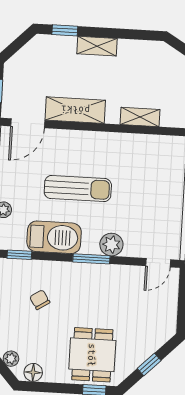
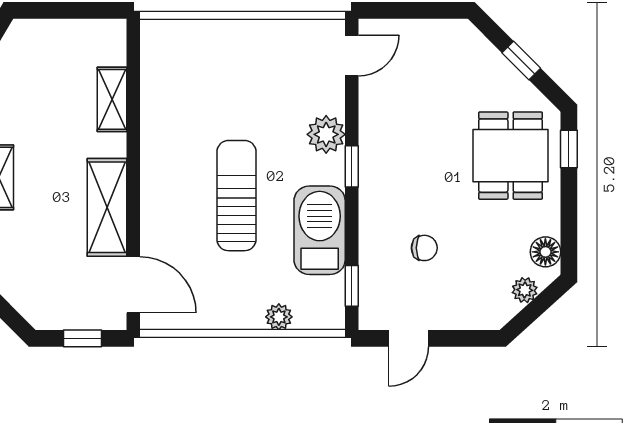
window: (91, 259) -> (352, 166), width x0.67
door: (158, 263) -> (352, 56), hinge flipped
chair: (40, 300) -> (424, 248), turned -147
dining table: (92, 355) -> (511, 156), turned 90

